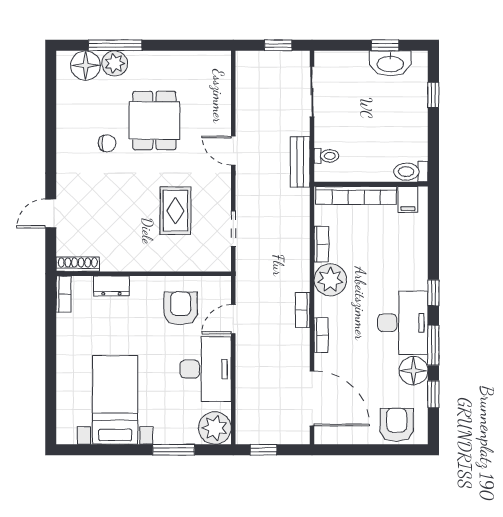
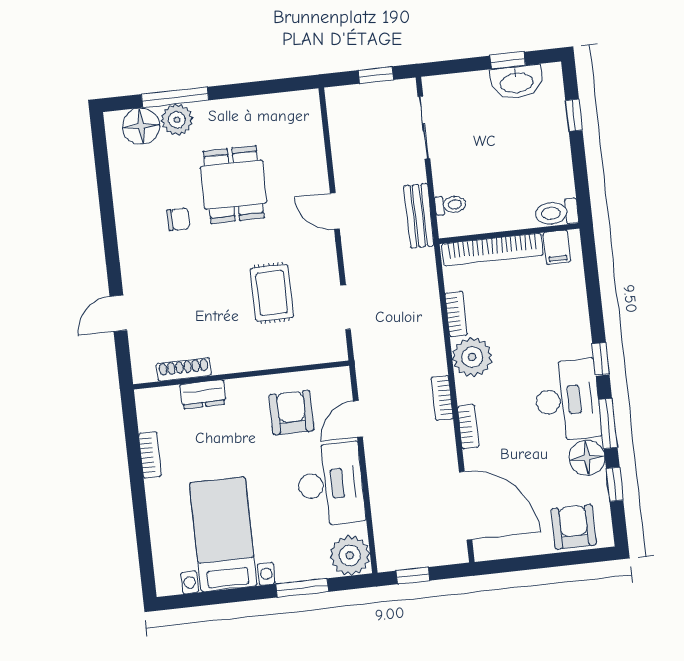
shoe rack: (78, 264) -> (184, 369), moved
bookcase: (63, 294) -> (150, 455), moved

